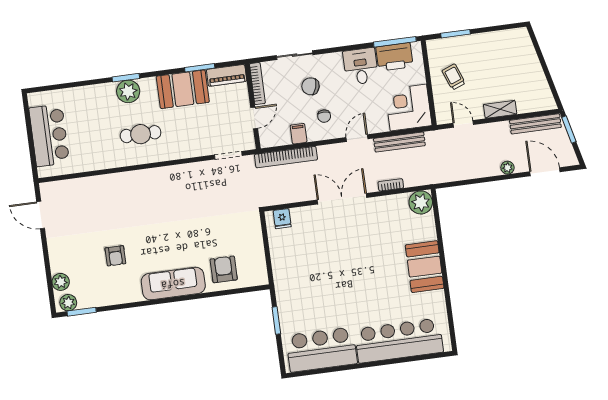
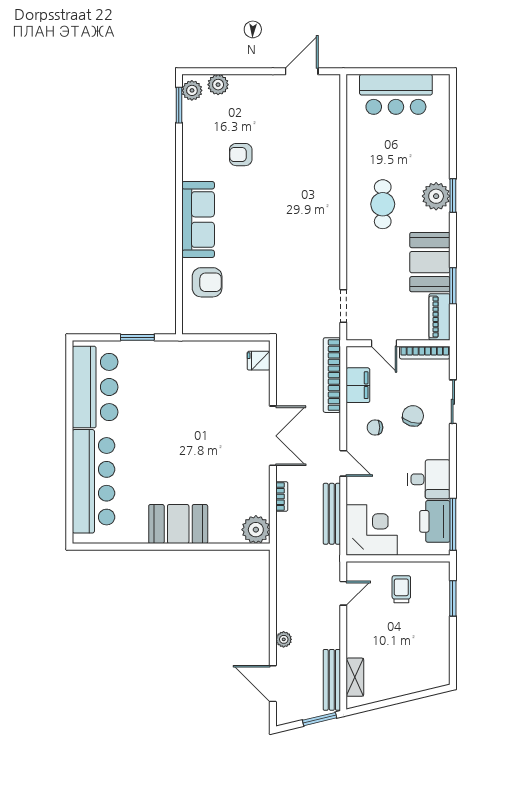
trolley: (454, 77) -> (401, 589), turned -69
shelving: (500, 109) -> (355, 677), moved
filing cabinet: (299, 134) -> (358, 385), width x2.00
door: (545, 172) -> (273, 684), swing flipped

